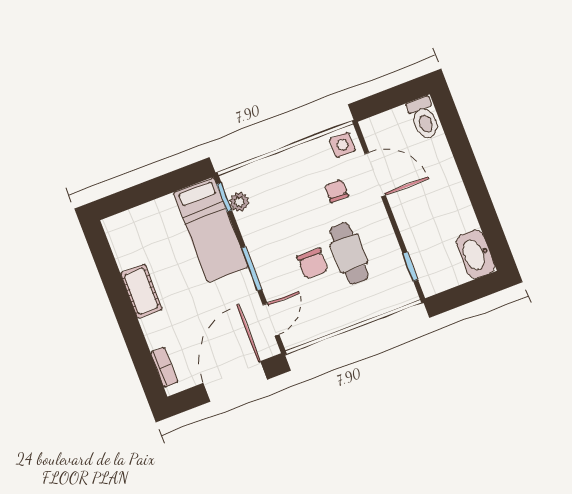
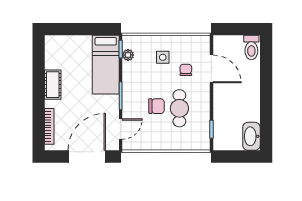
side table: (342, 145) -> (163, 57), moved
chair: (313, 264) -> (157, 106), turned -90
bookcase: (164, 367) -> (49, 126), width x1.56

